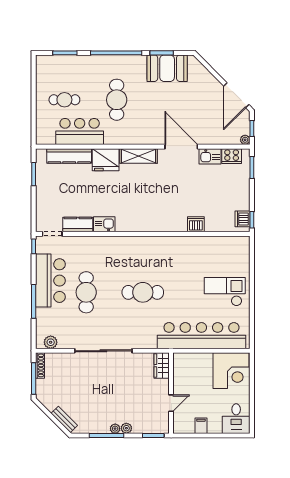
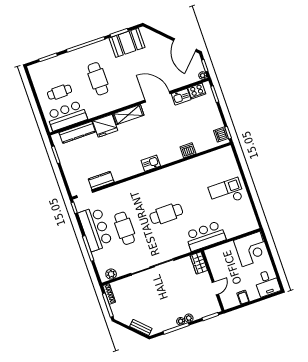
bar counter: (80, 131) -> (67, 116), moved
kitchen sink: (104, 224) -> (151, 163), moved
bar counter: (201, 336) -> (205, 236), width x0.54

